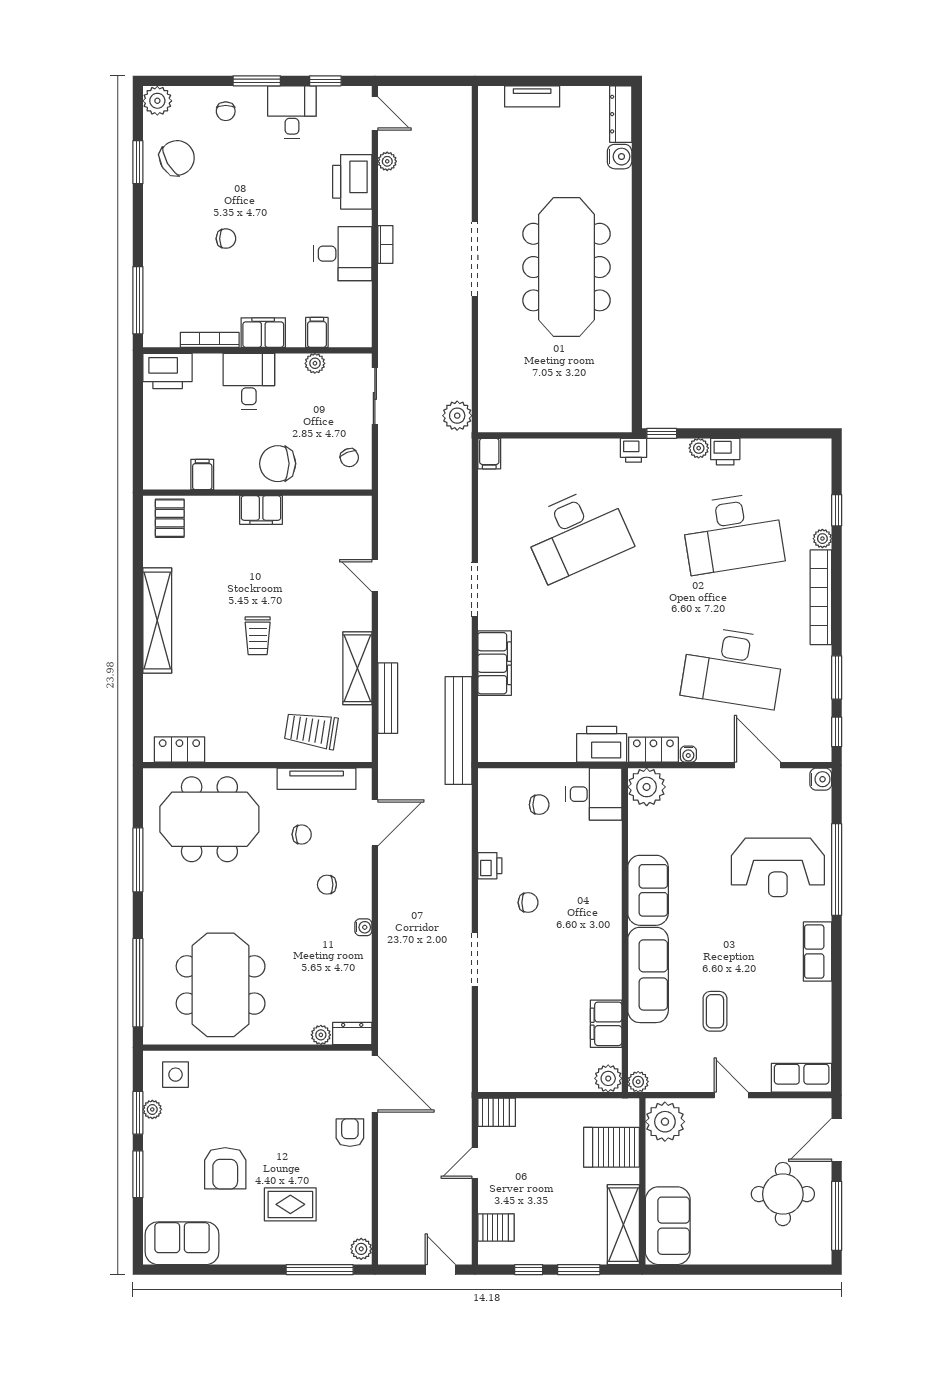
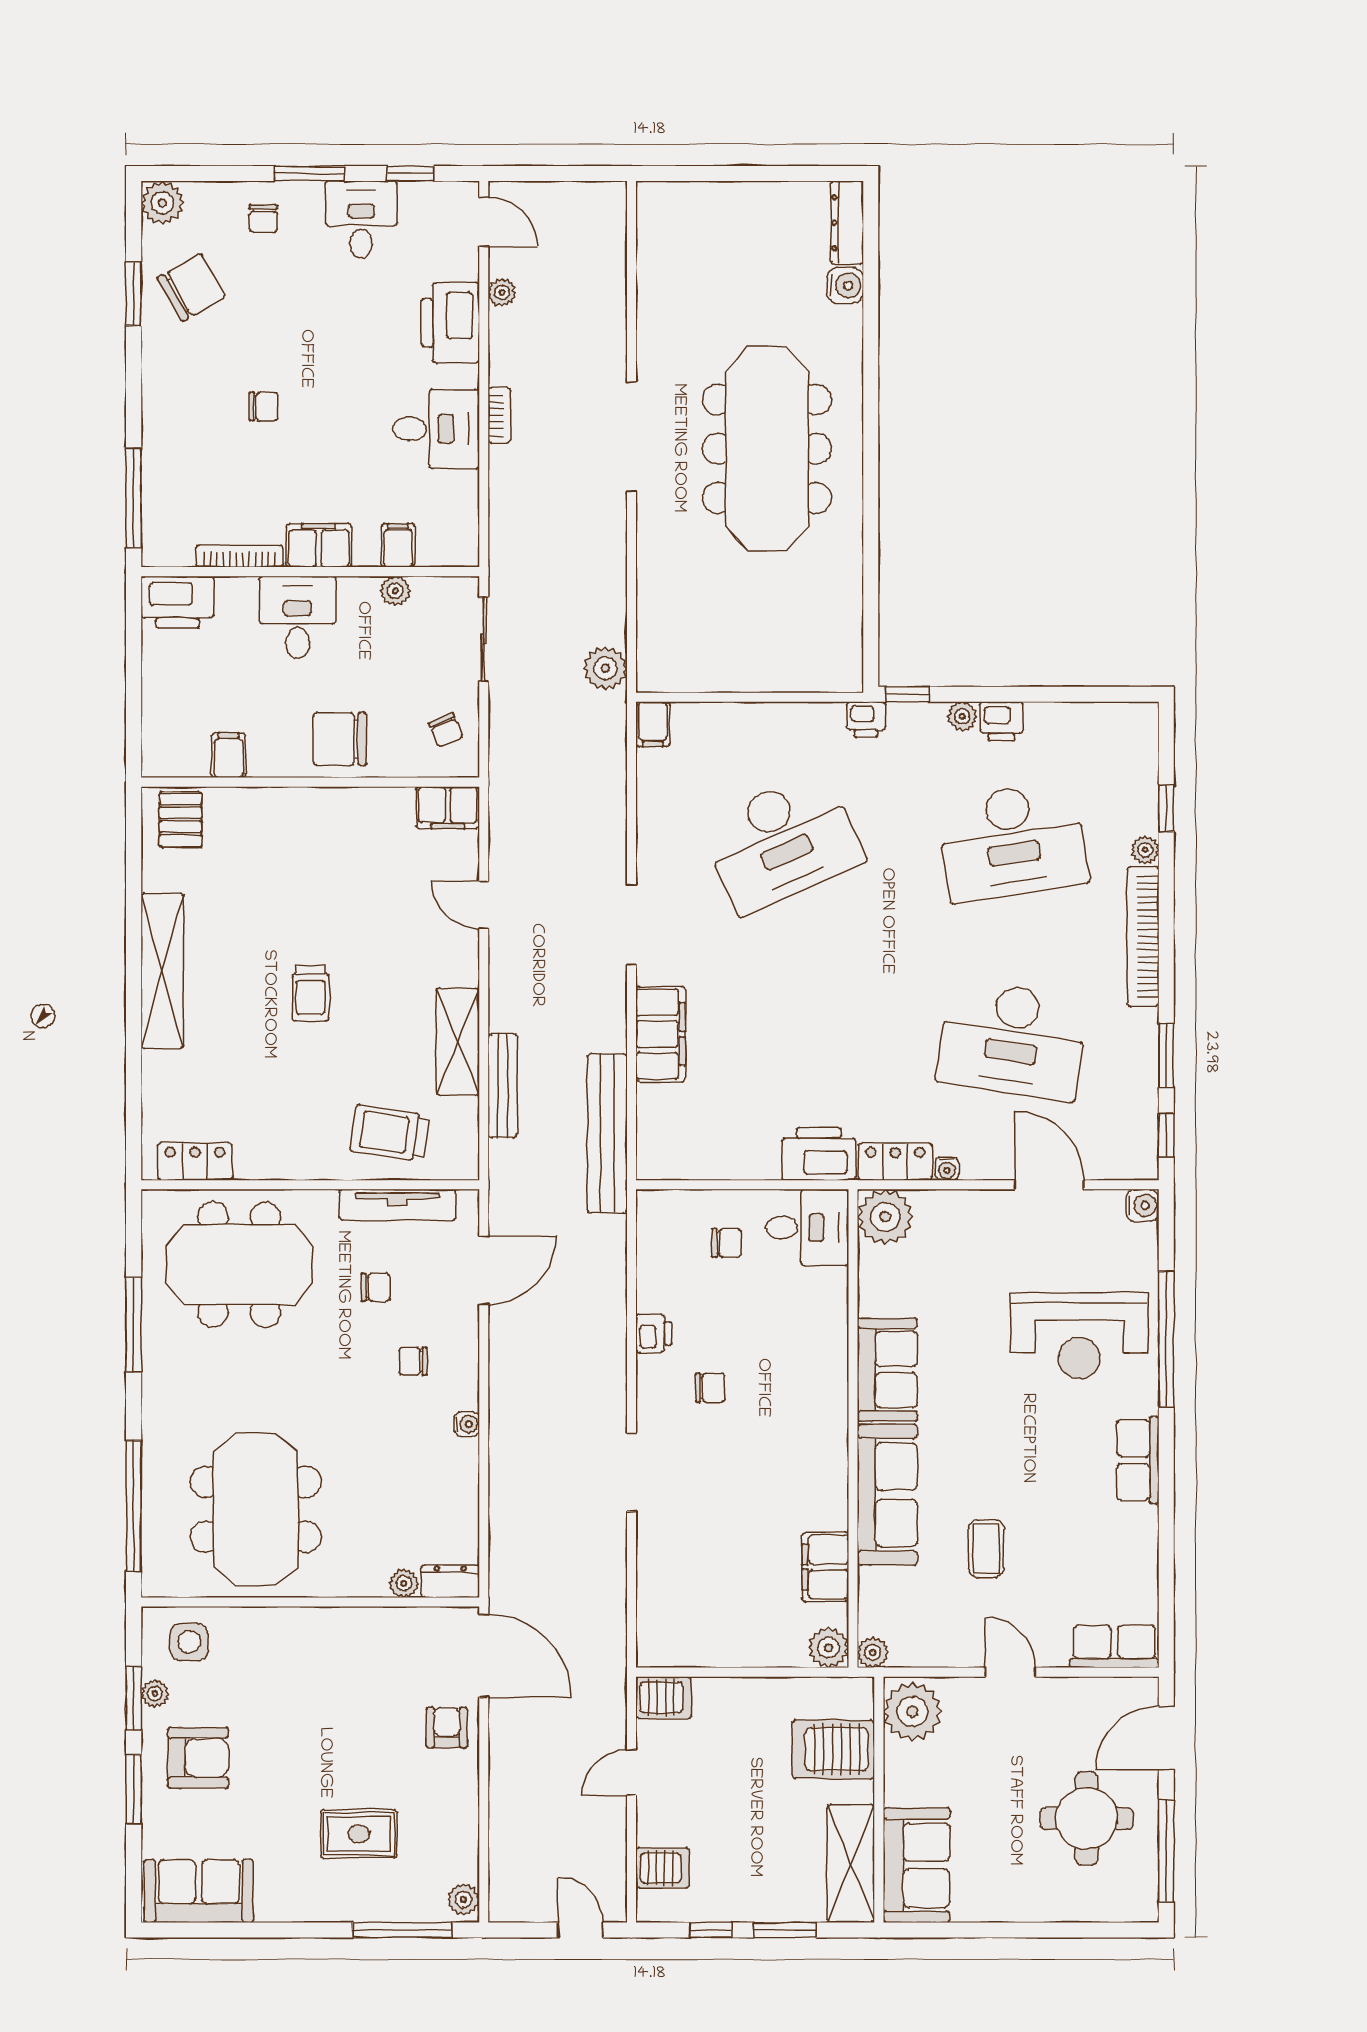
tv unit: (532, 96) -> (716, 197), removed
filing cabinet: (261, 510) -> (448, 808), moved
armchair: (225, 1168) -> (198, 1758), moved, turned -90

